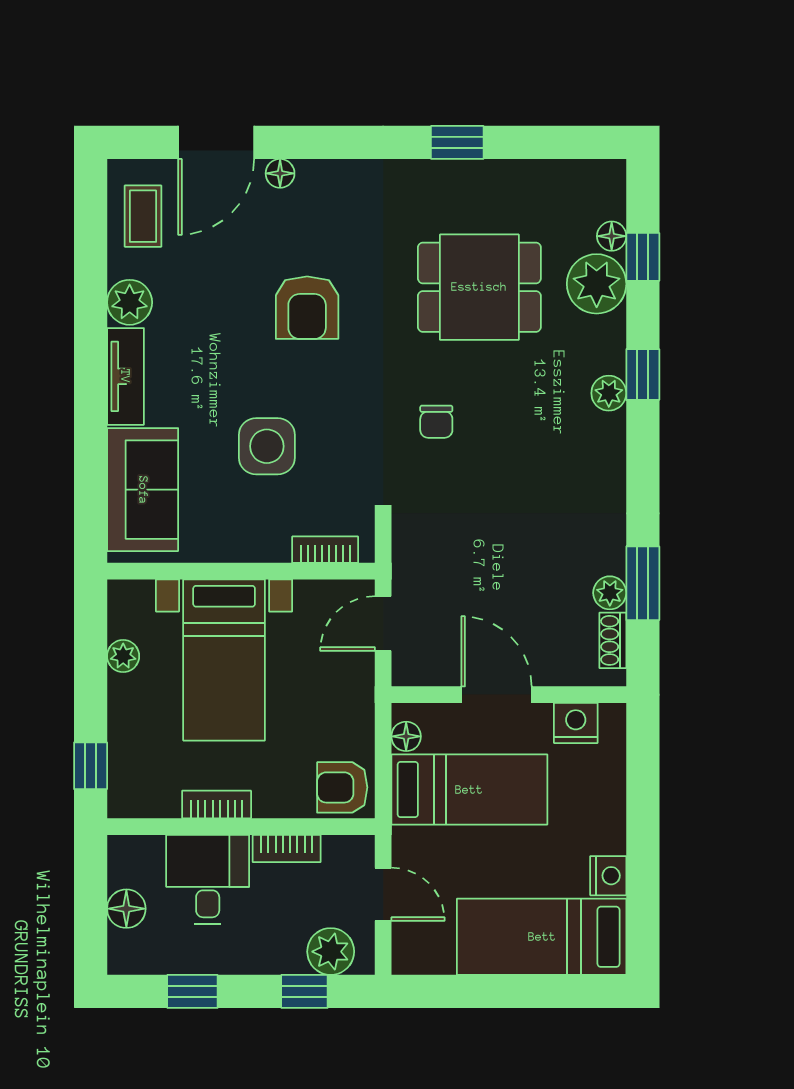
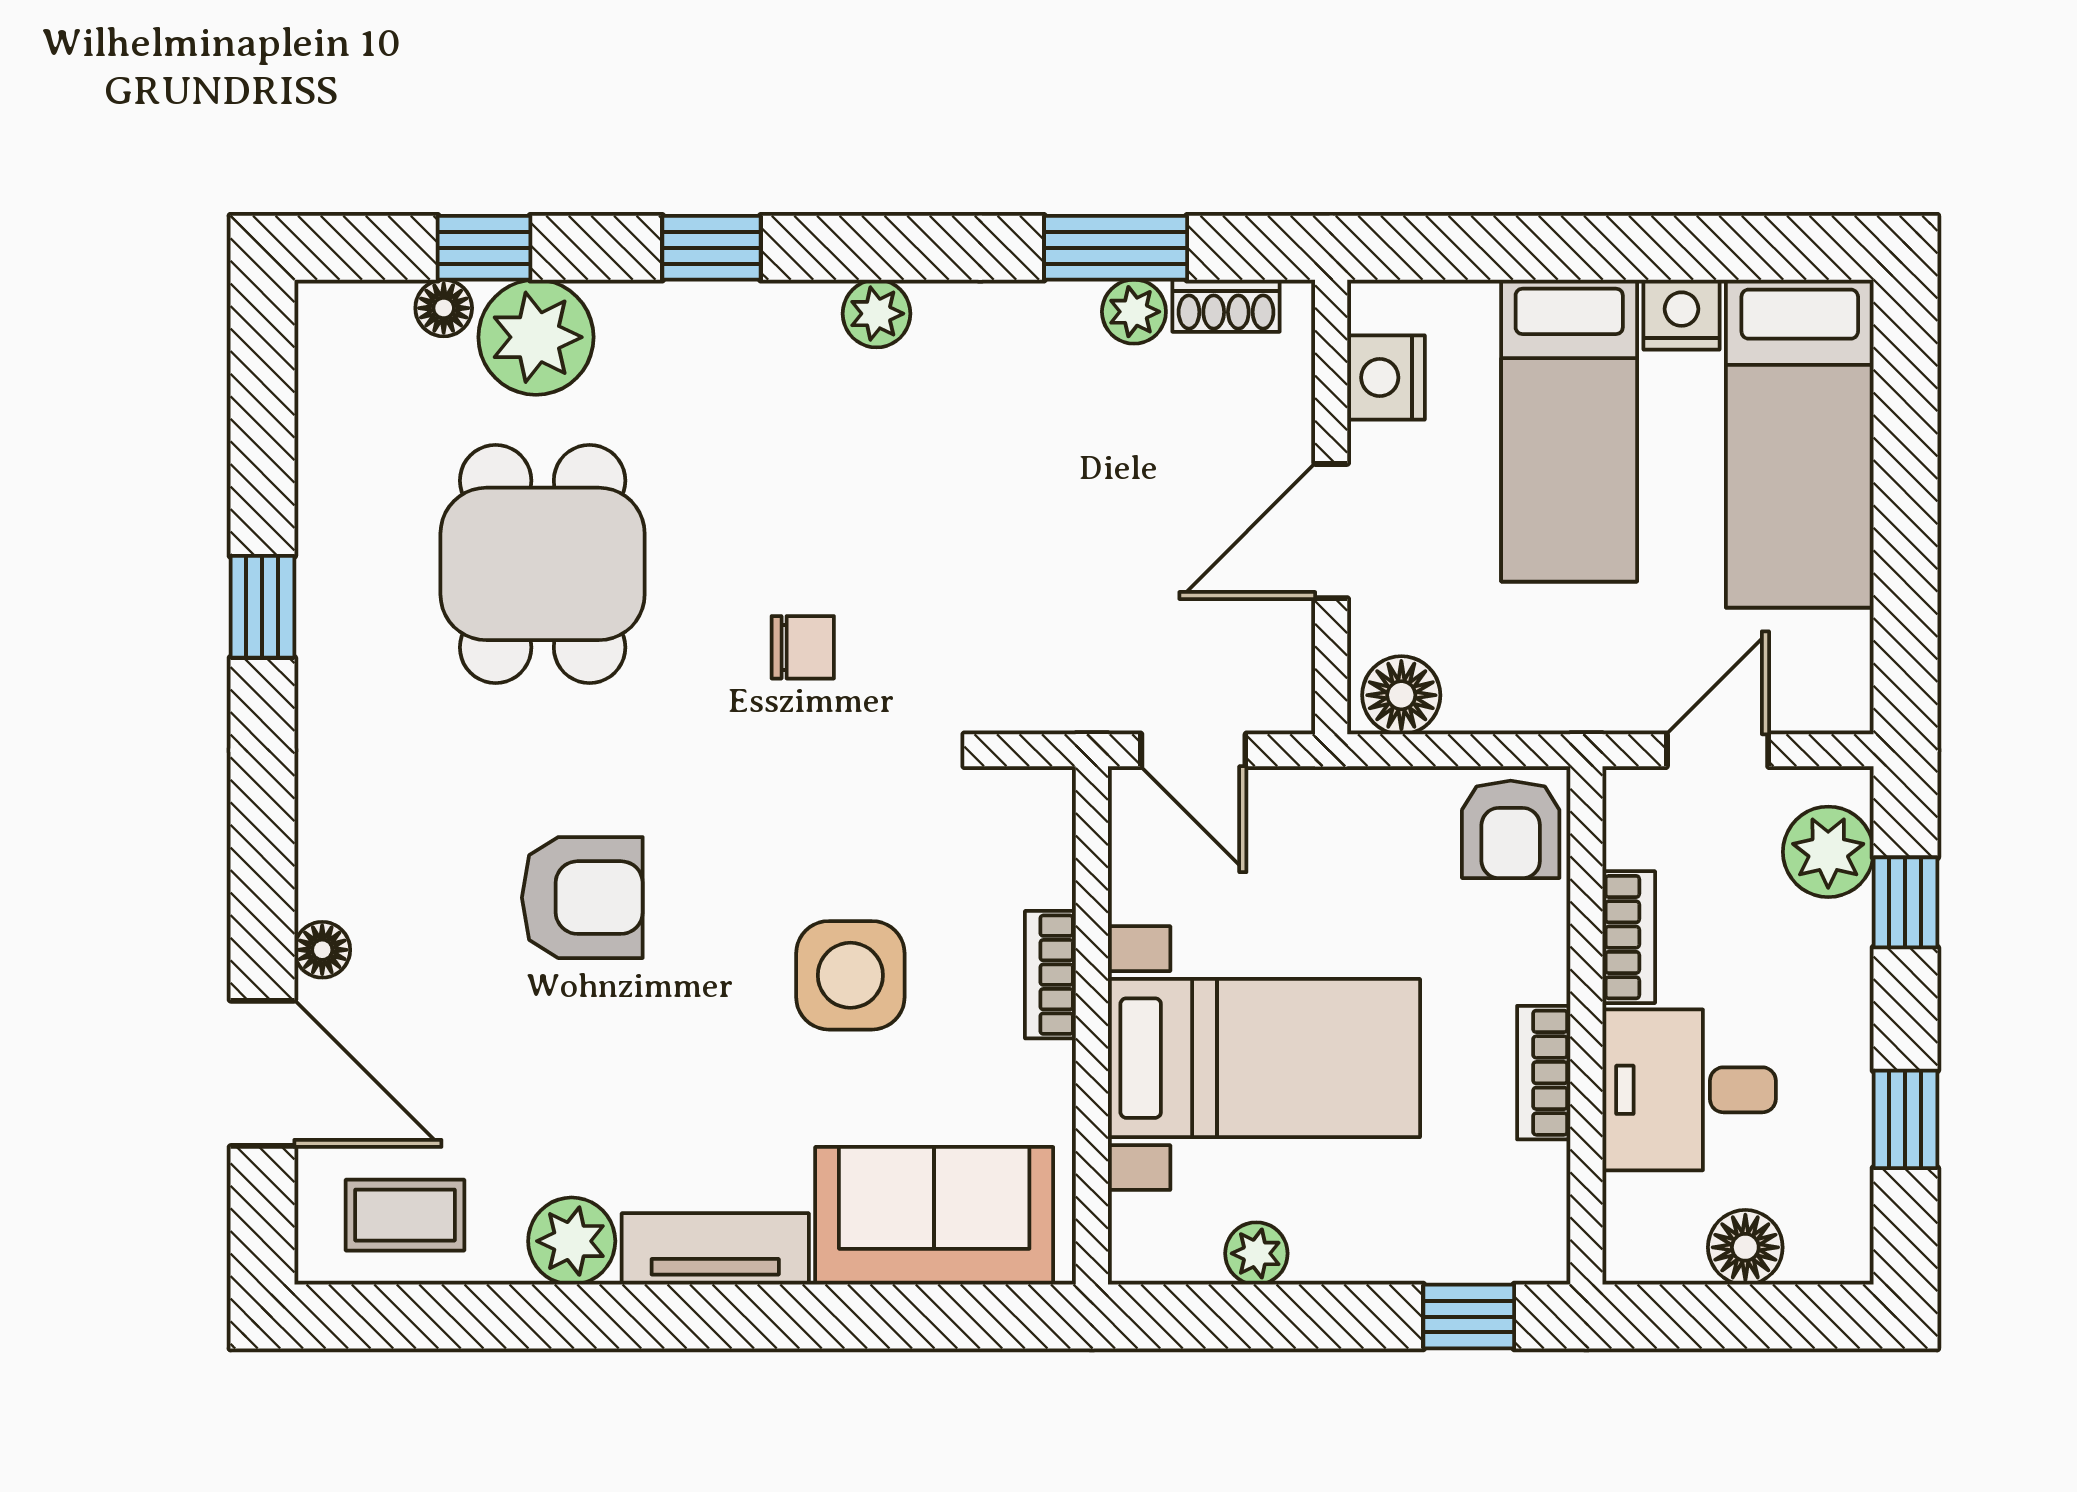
plant: (609, 393) -> (877, 314), moved
bookcase: (325, 550) -> (1050, 975), moved
floor lamp: (406, 736) -> (1401, 695), width x1.37, depth x1.37
bed: (469, 790) -> (1569, 431), moved, turned 180

